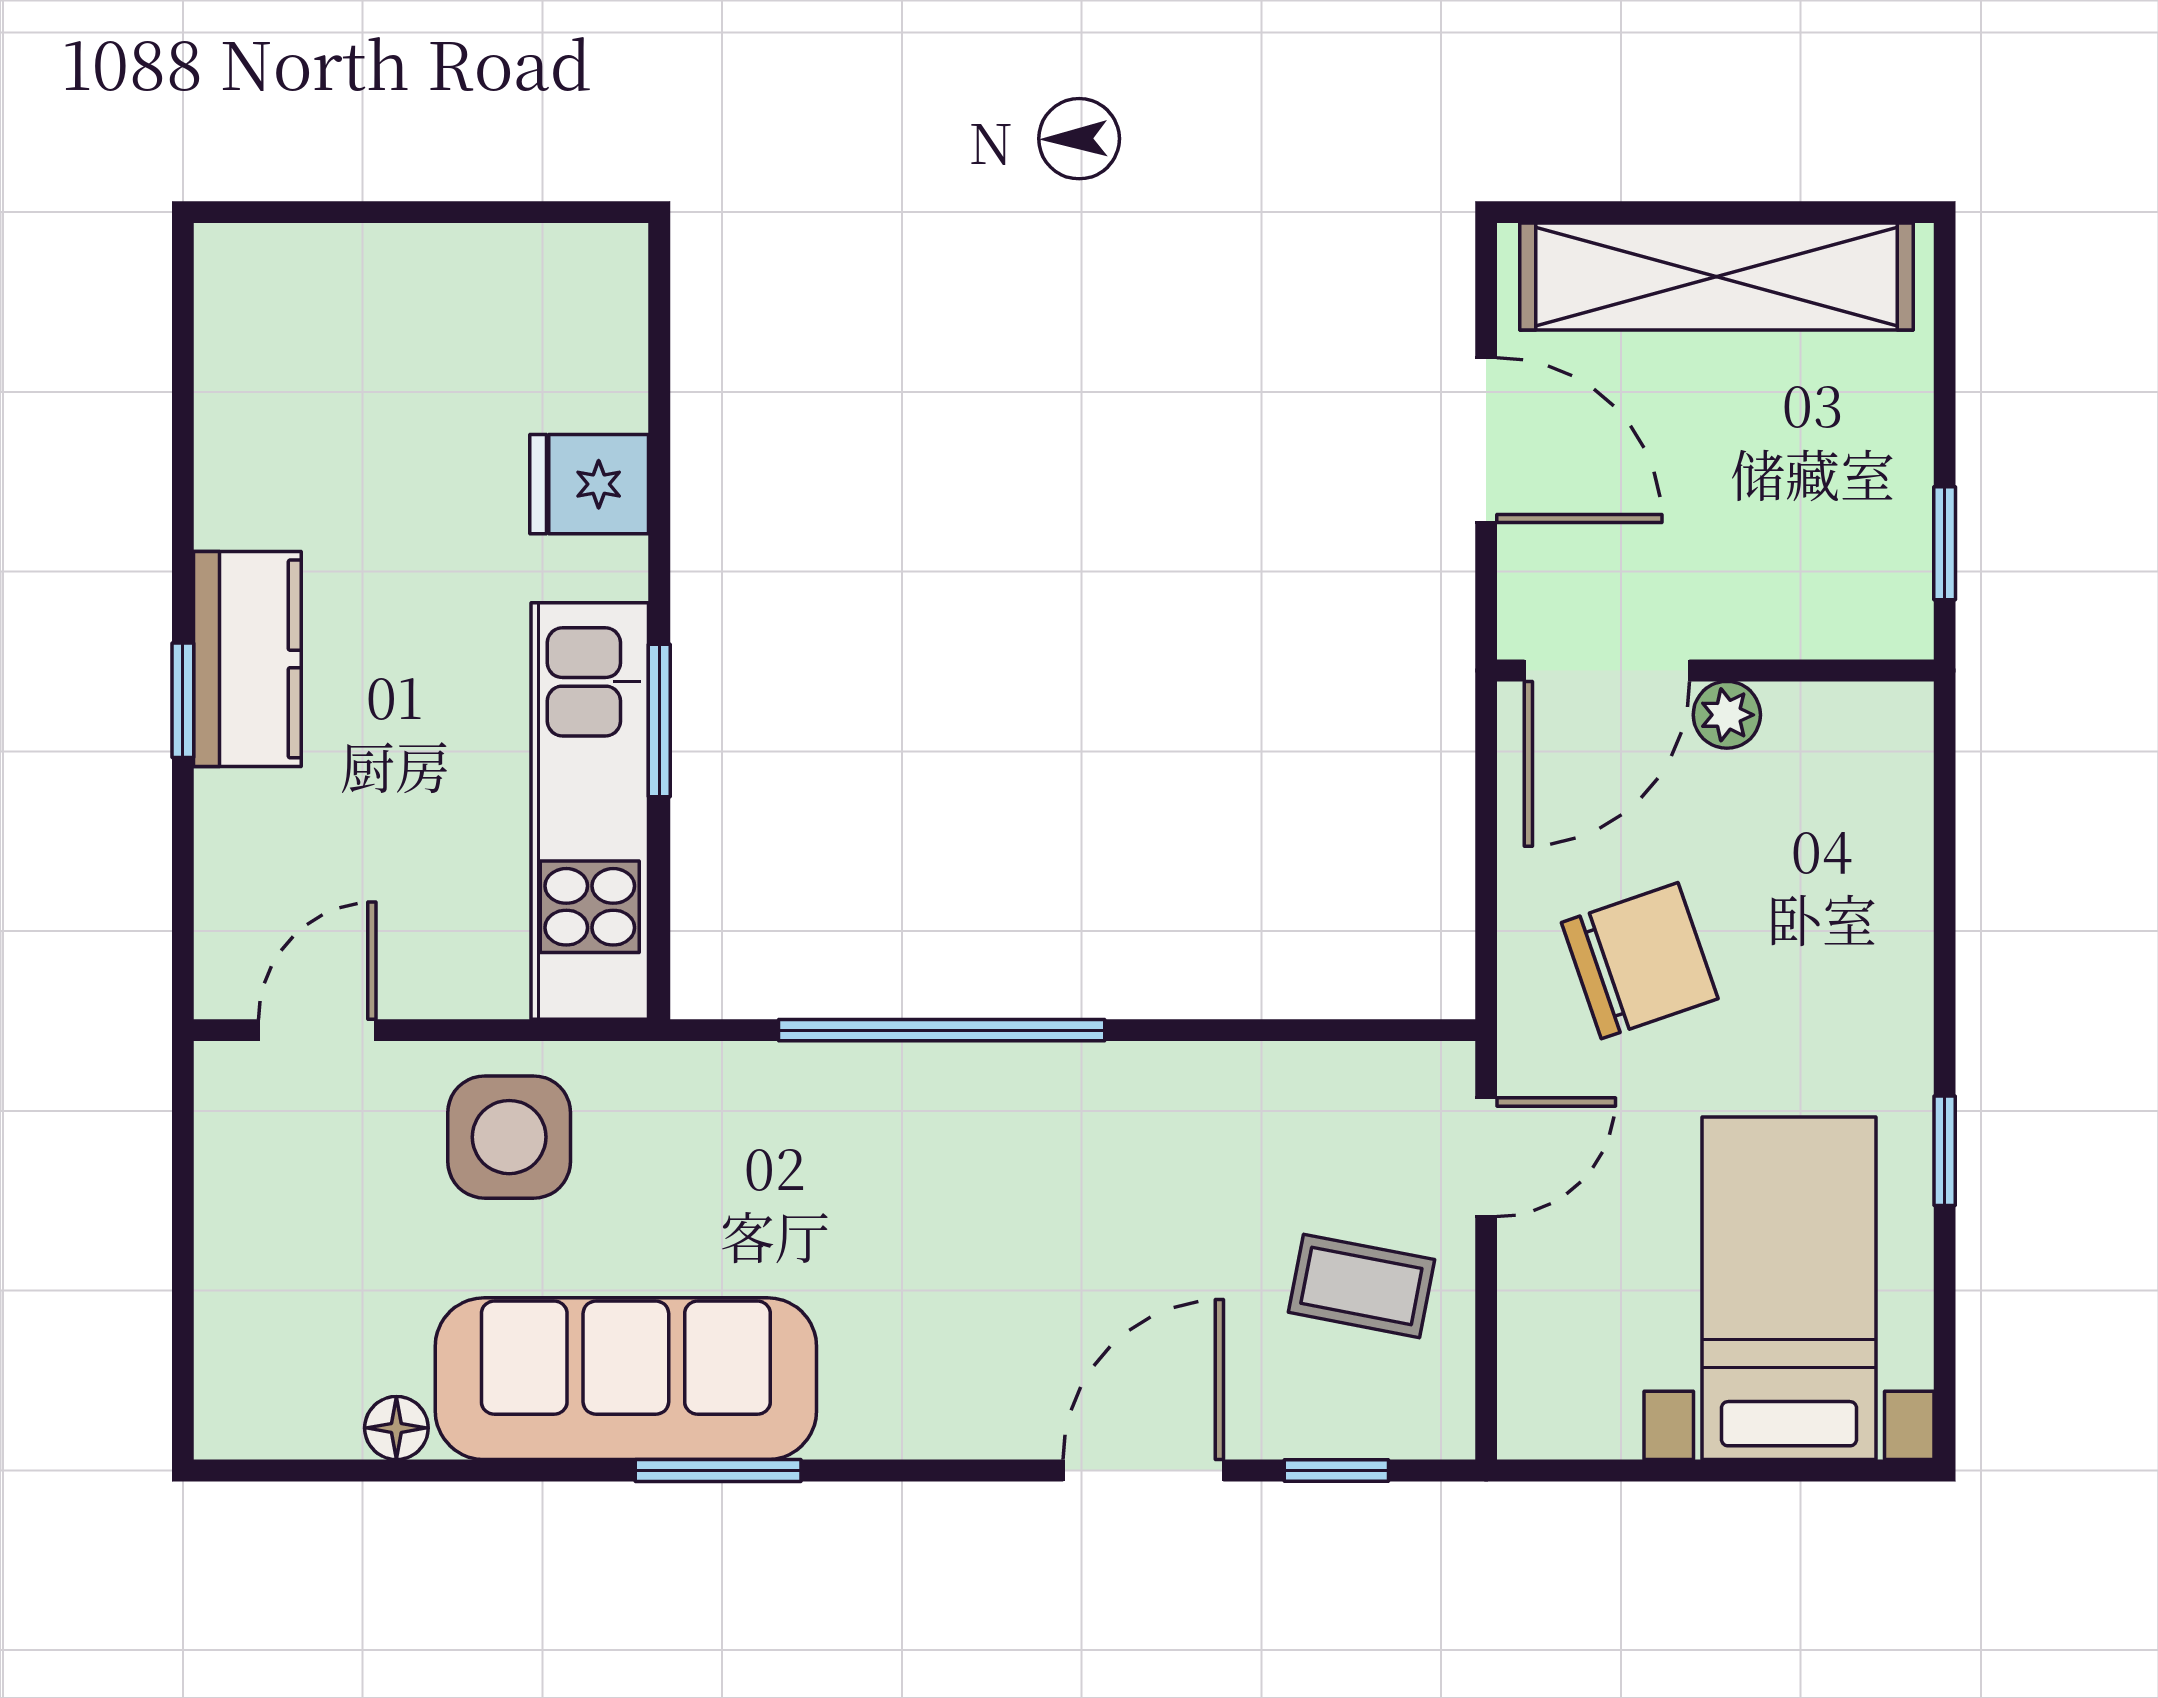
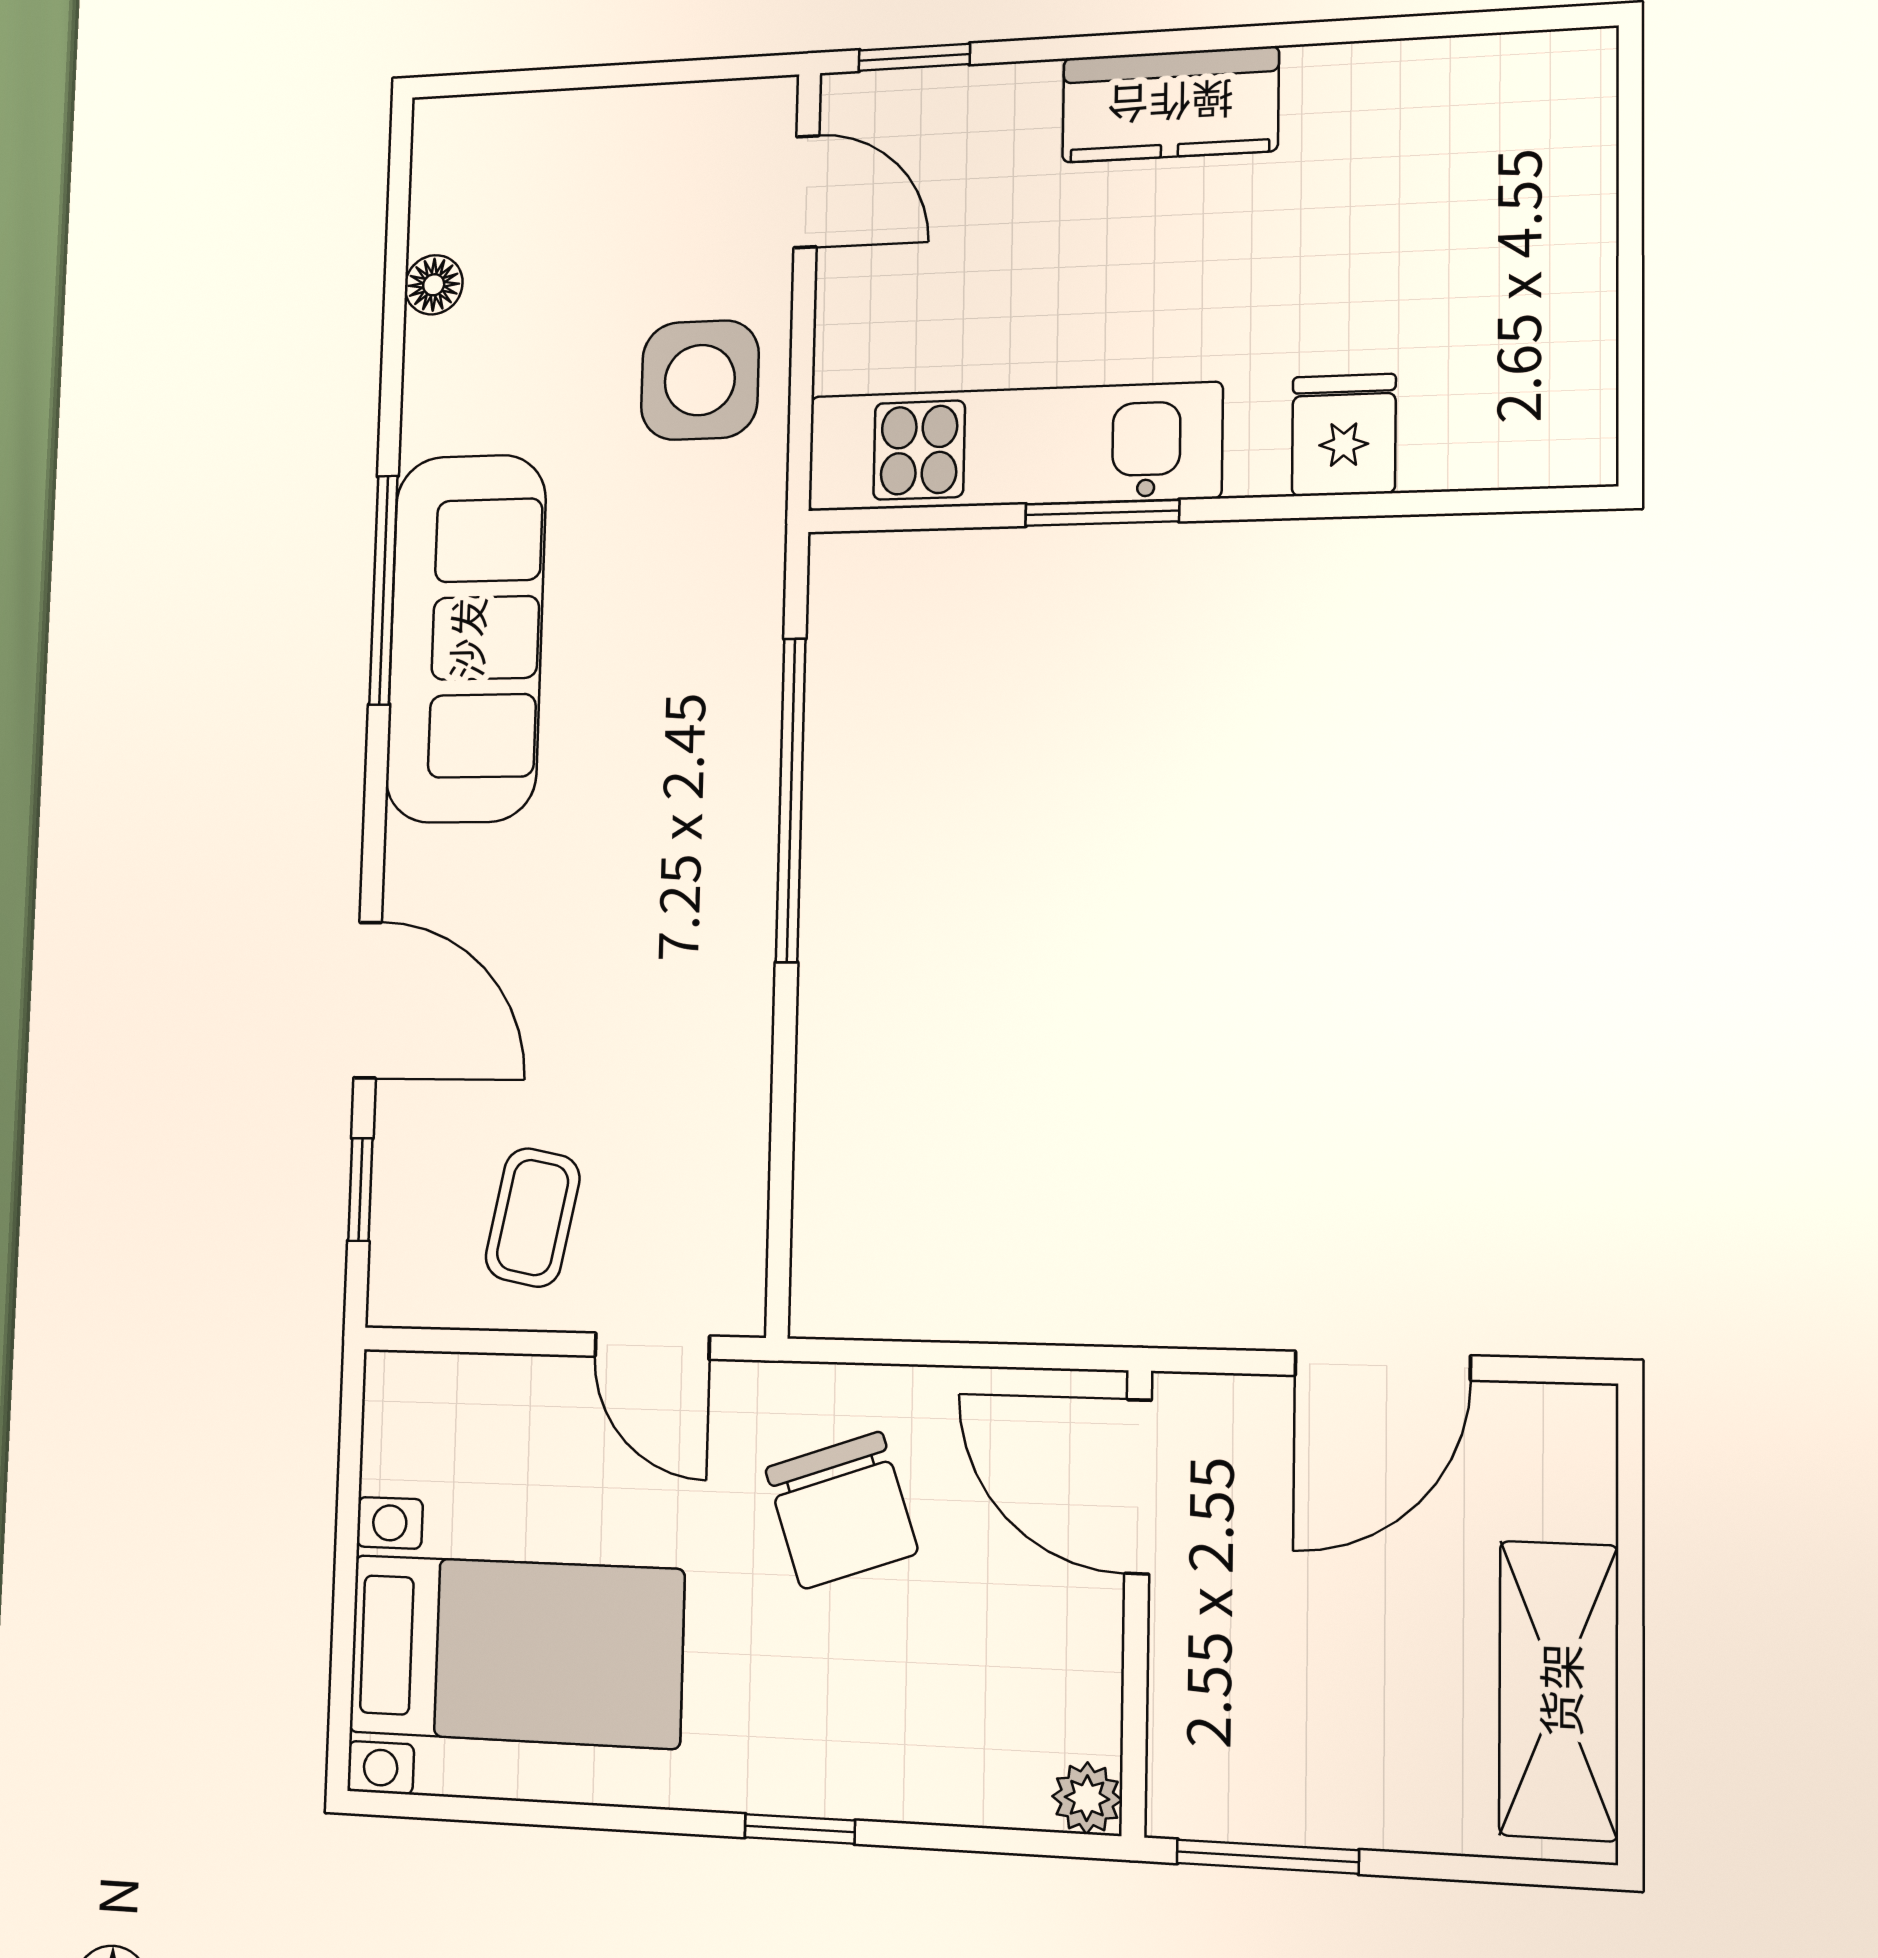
shelving: (1717, 276) -> (1559, 1690), width x0.68
window: (1945, 543) -> (1268, 1857), width x1.50
window: (183, 700) -> (914, 57), moved
plant: (1727, 715) -> (1087, 1798), moved
window: (1945, 1151) -> (800, 1829), moved
sofa: (626, 1379) -> (466, 638), moved
window: (718, 1470) -> (383, 590), width x1.44

